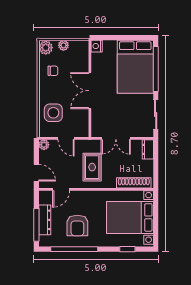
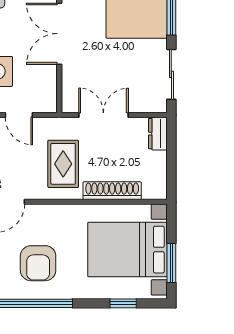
double door: (116, 138) -> (103, 115), swing flipped
shoe rack: (134, 183) -> (112, 191), moved
window: (156, 225) -> (171, 263), added

